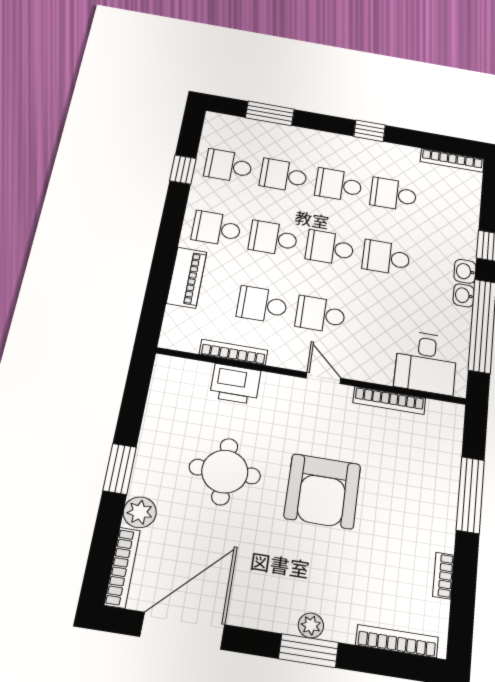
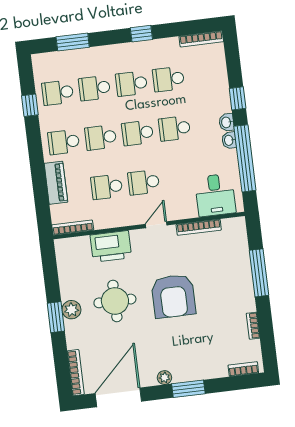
bookcase: (233, 352) -> (73, 228), moved
door: (324, 378) -> (156, 225), hinge flipped
printer: (235, 384) -> (111, 246), width x1.37, depth x1.19
plant: (140, 512) -> (71, 310), moved
plant: (311, 625) -> (164, 378), moved
bookcase: (397, 641) -> (243, 369), width x0.64

